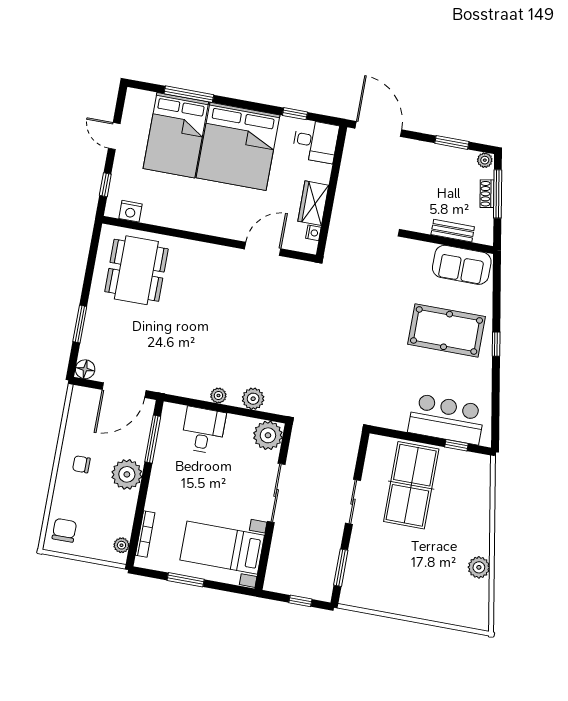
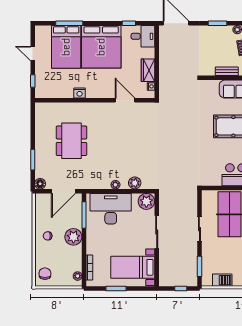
nightstand: (130, 211) -> (80, 93), moved
door: (263, 249) -> (125, 100), hinge flipped
dining table: (136, 270) -> (71, 141), moved
desk: (203, 430) -> (111, 209), width x1.87, depth x1.30
barbecue: (377, 599) -> (222, 280), added

